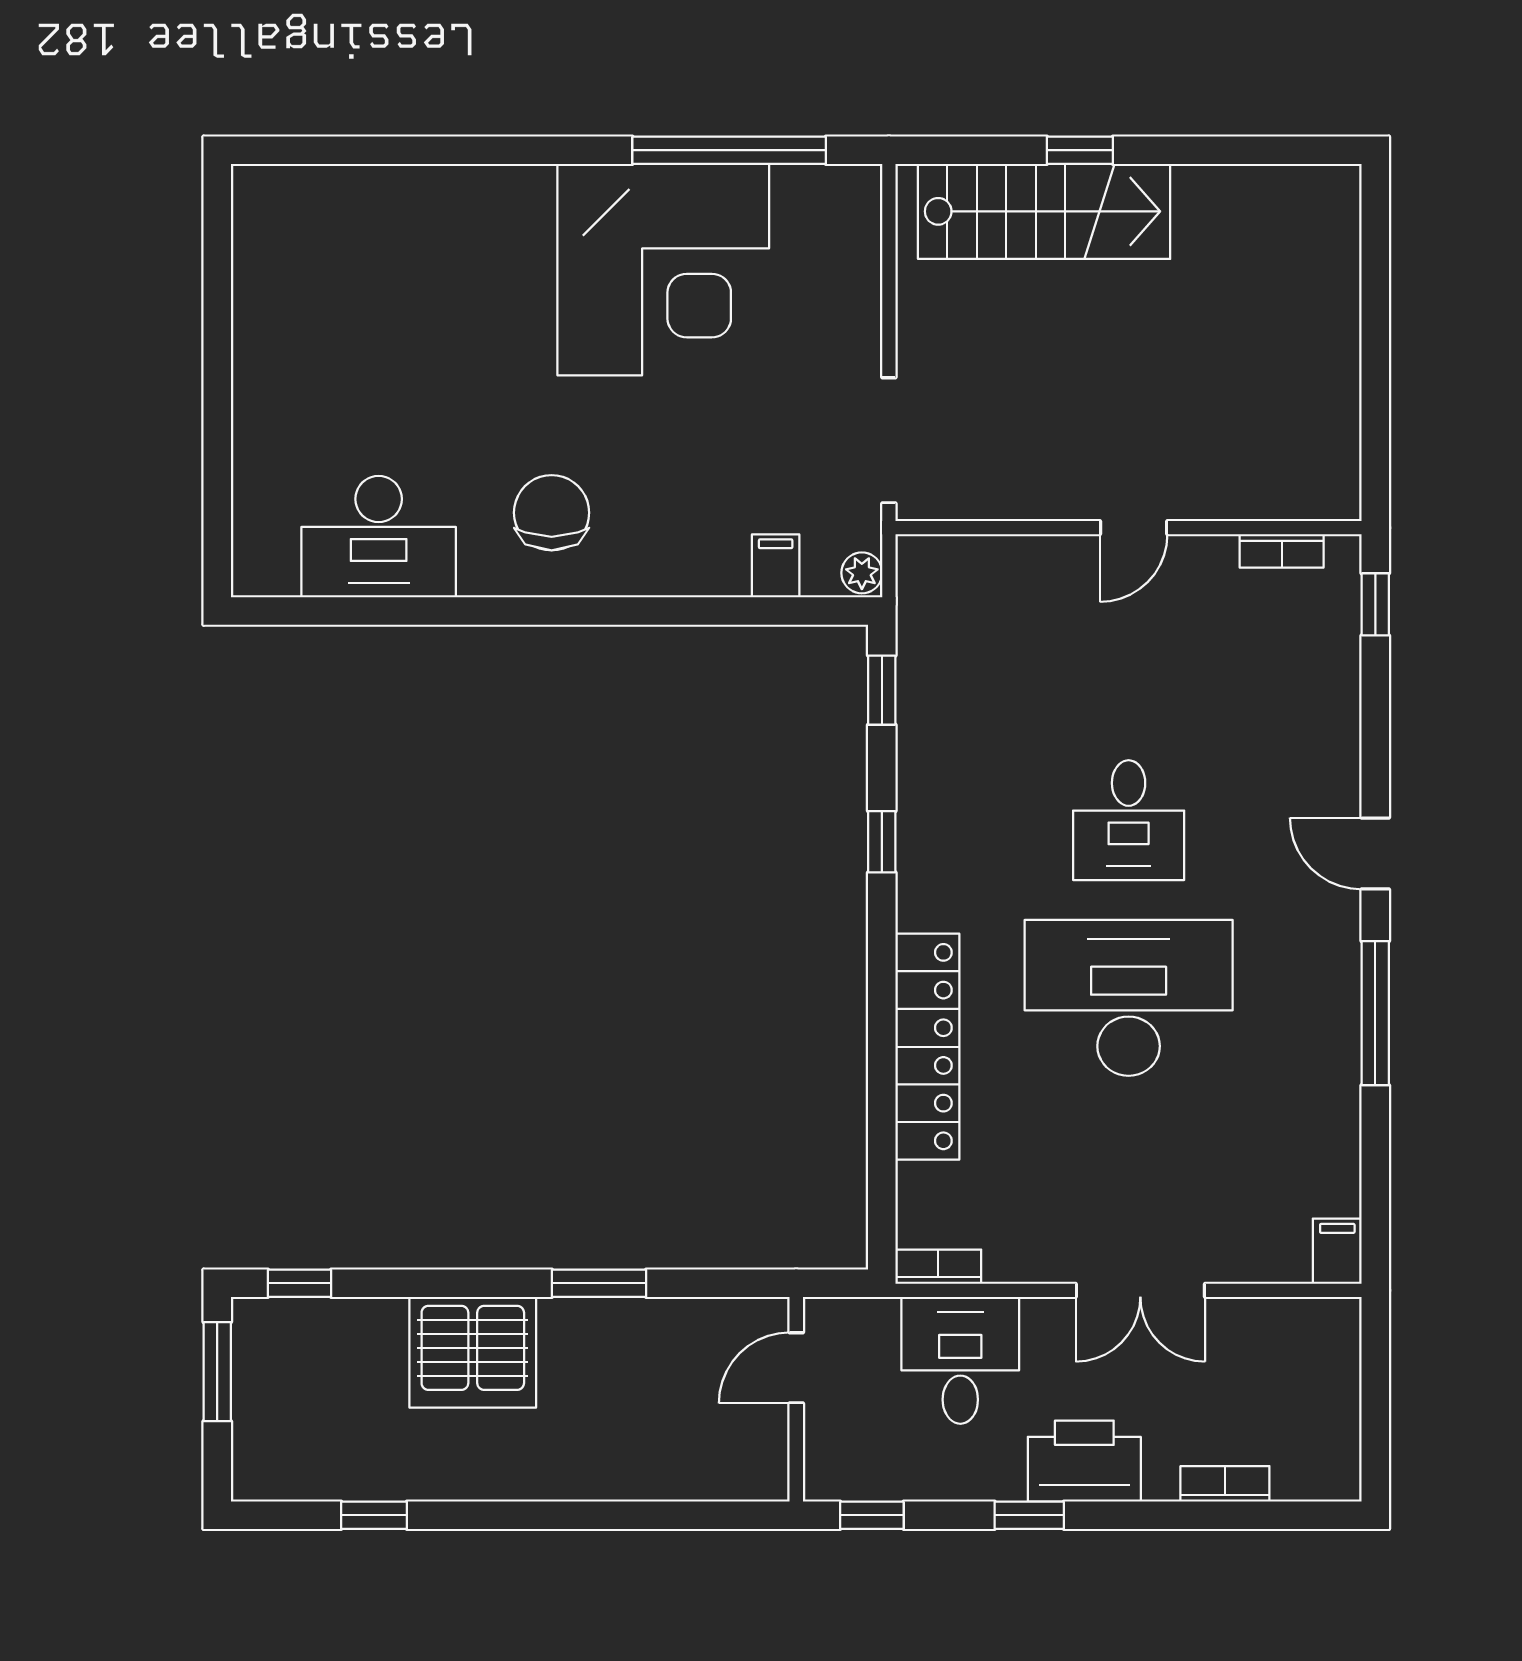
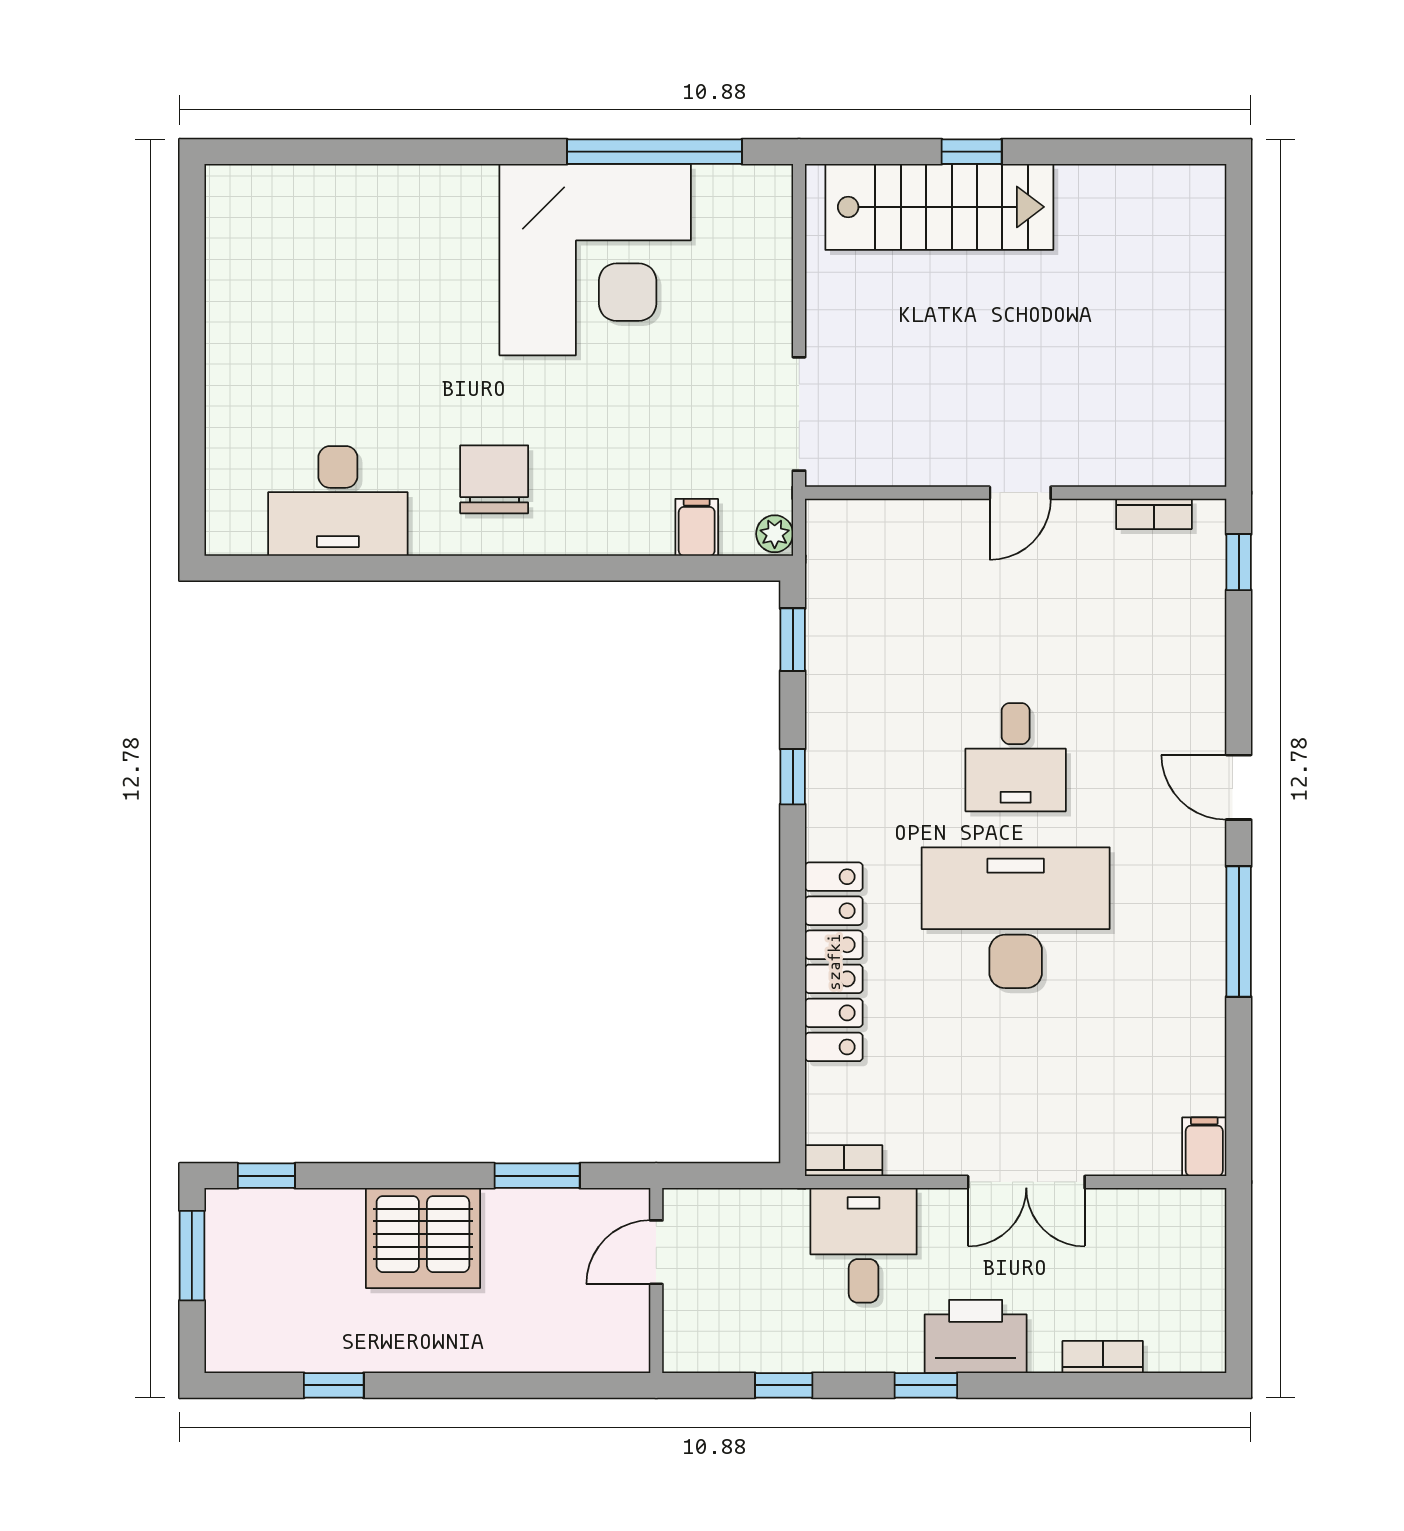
door: (796, 1368) -> (656, 1252), moved
wall: (796, 1399) -> (656, 1281), moved

